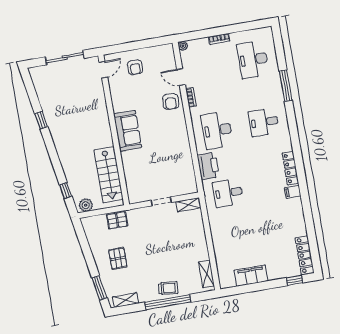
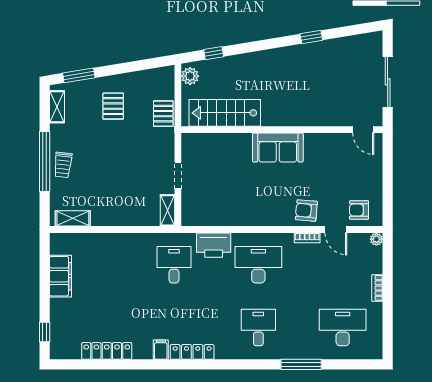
armchair: (135, 67) -> (359, 210), moved
door: (181, 77) -> (336, 230), swing flipped
locker: (305, 255) -> (107, 351), moved
pallet: (118, 258) -> (113, 106), turned 90

